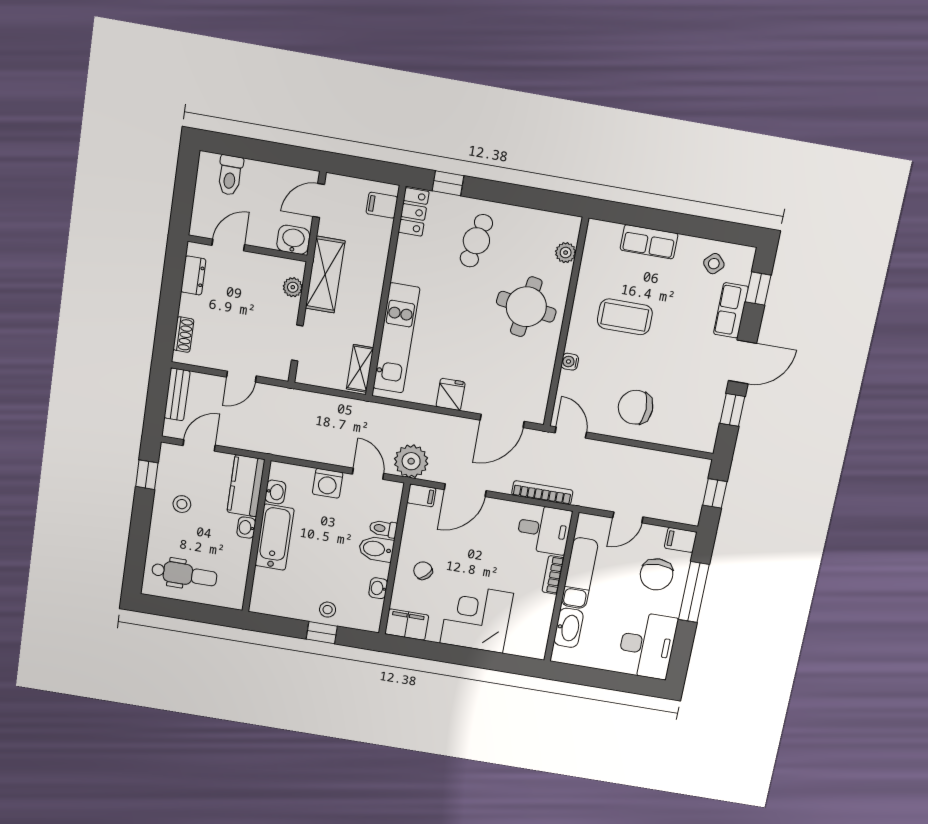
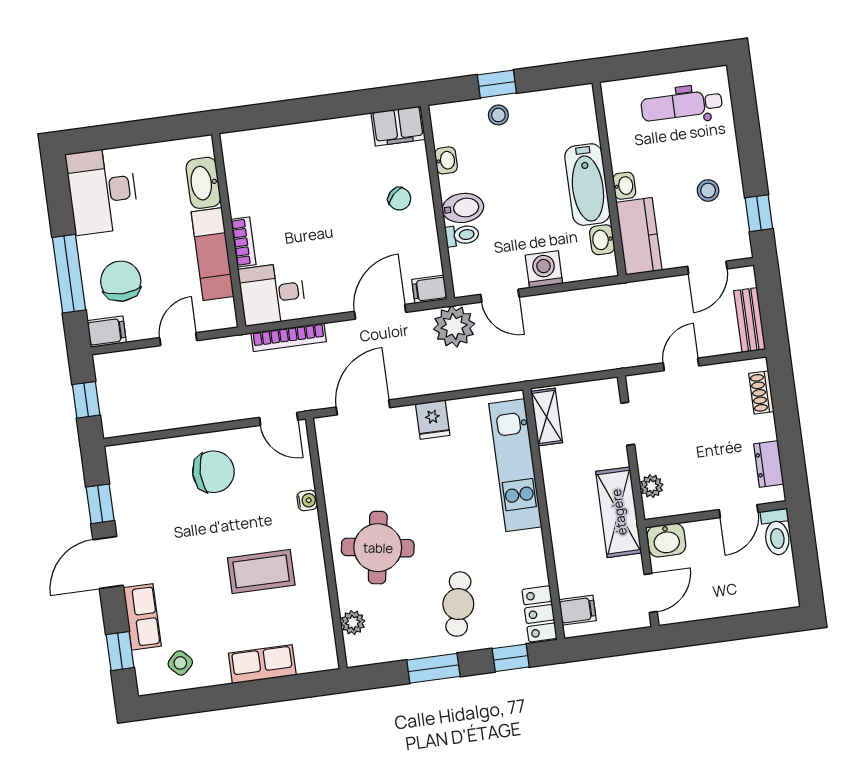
toilet: (230, 175) -> (777, 532), moved, turned 180
window: (513, 194) -> (433, 668), added
corner desk: (477, 618) -> (317, 160), removed

